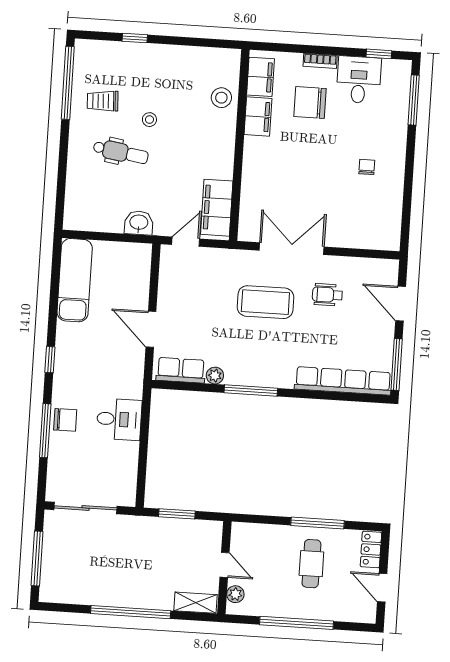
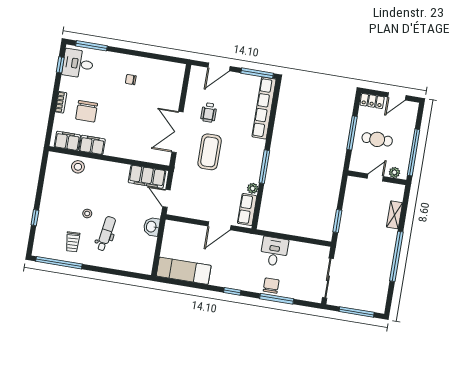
desk: (359, 80) -> (78, 64), moved
door: (225, 565) -> (375, 177), moved
wall: (224, 568) -> (377, 178), moved
plant: (235, 594) -> (394, 172), moved

